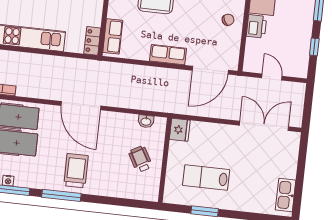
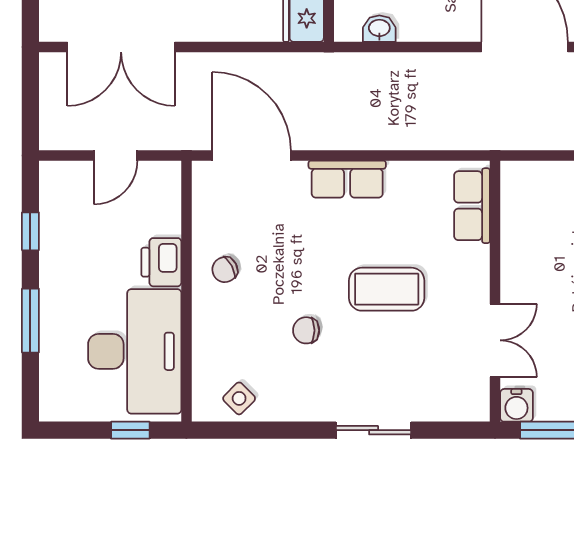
locker: (92, 41) -> (515, 191), removed
door: (210, 70) -> (251, 156), hinge flipped
door: (272, 77) -> (116, 156), hinge flipped

